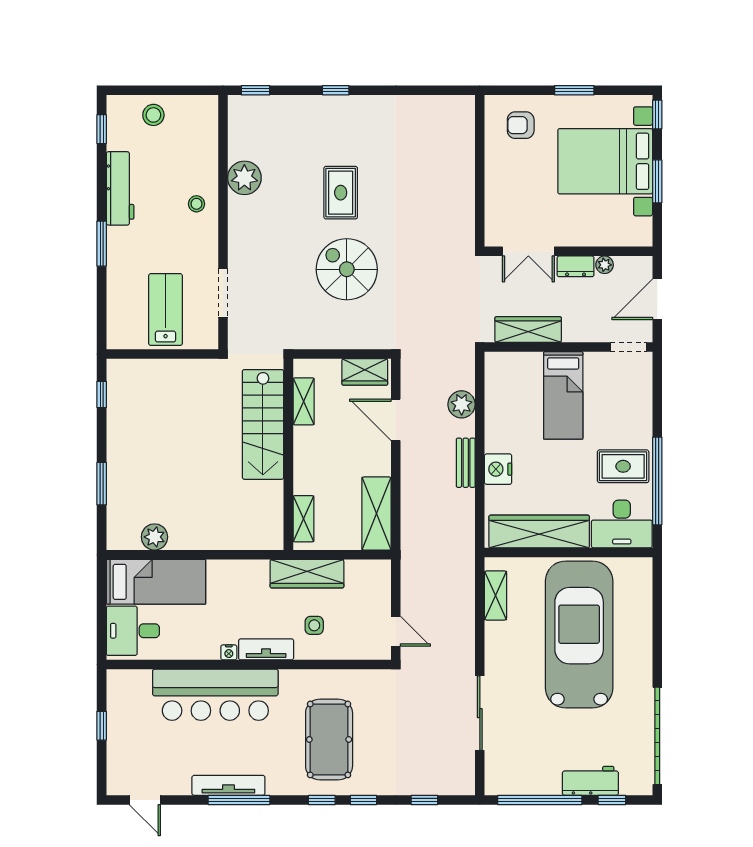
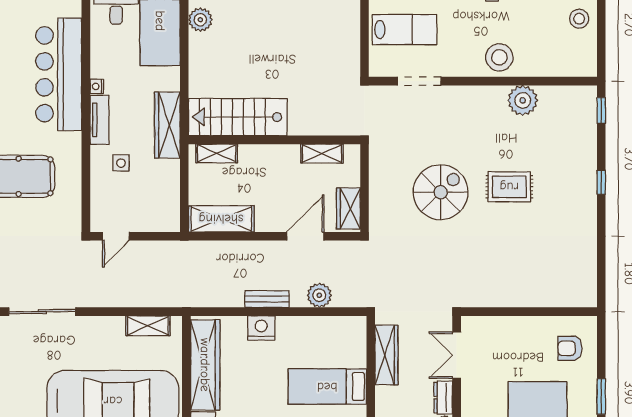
armchair: (521, 125) -> (570, 348), turned -90
stool: (196, 204) -> (499, 57), width x1.89, depth x1.89
stairs: (263, 424) -> (238, 117), moved
wardrobe: (307, 574) -> (167, 125), moved

